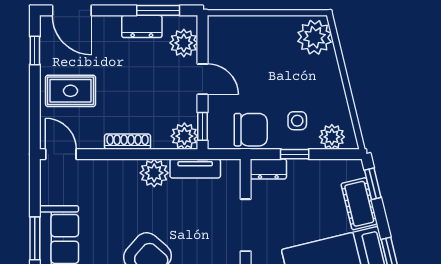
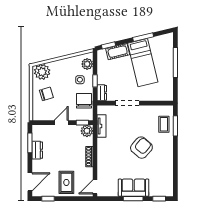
plant: (184, 43) -> (45, 131), removed
chair: (266, 47) -> (46, 94), added
plant: (154, 173) -> (104, 145), removed

